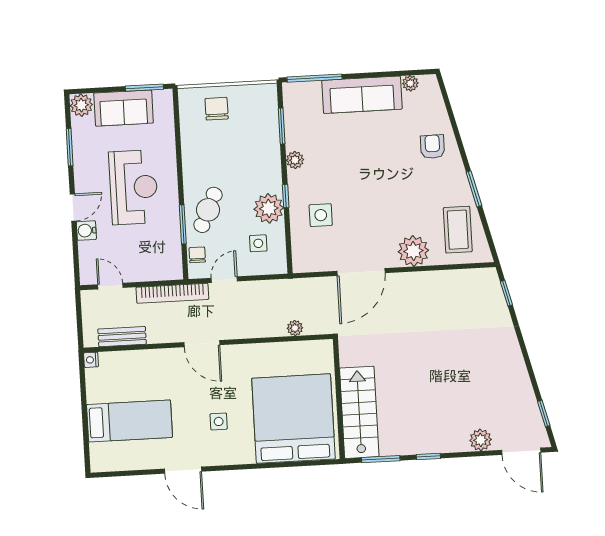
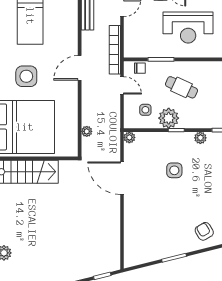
armchair: (432, 147) -> (204, 231), turned -121
cafe table: (208, 210) -> (181, 87), moved
side table: (321, 215) -> (174, 170), moved
coffee table: (458, 230) -> (147, 245), removed
plant: (413, 251) -> (129, 137), moved, width x0.53, depth x0.53
side table: (219, 421) -> (26, 76), width x1.87, depth x1.87

